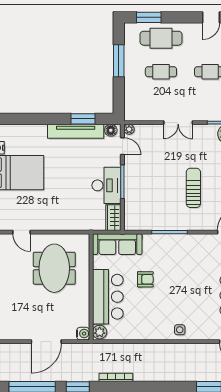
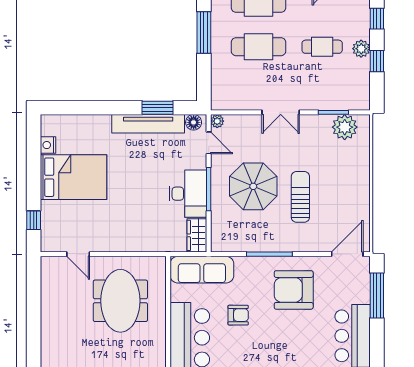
cafe table: (161, 72) -> (258, 47), width x1.37, depth x1.35
parasol: (157, 180) -> (253, 186), added
armchair: (188, 260) -> (294, 290), added

